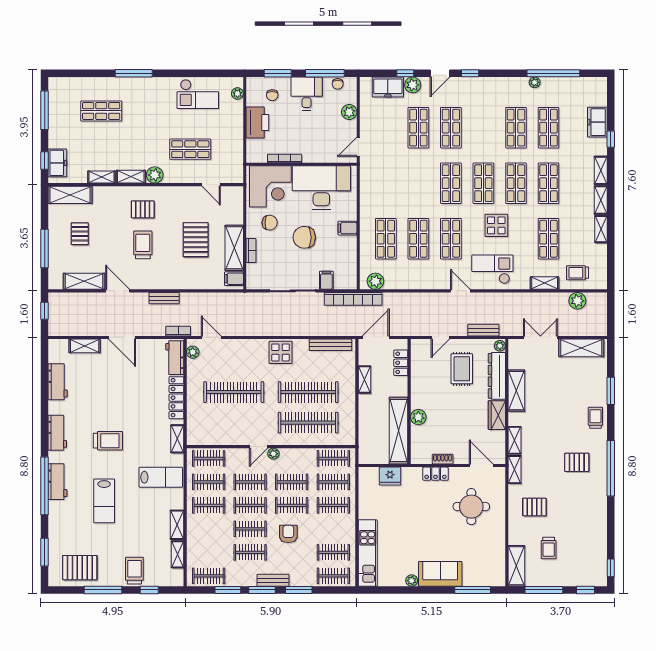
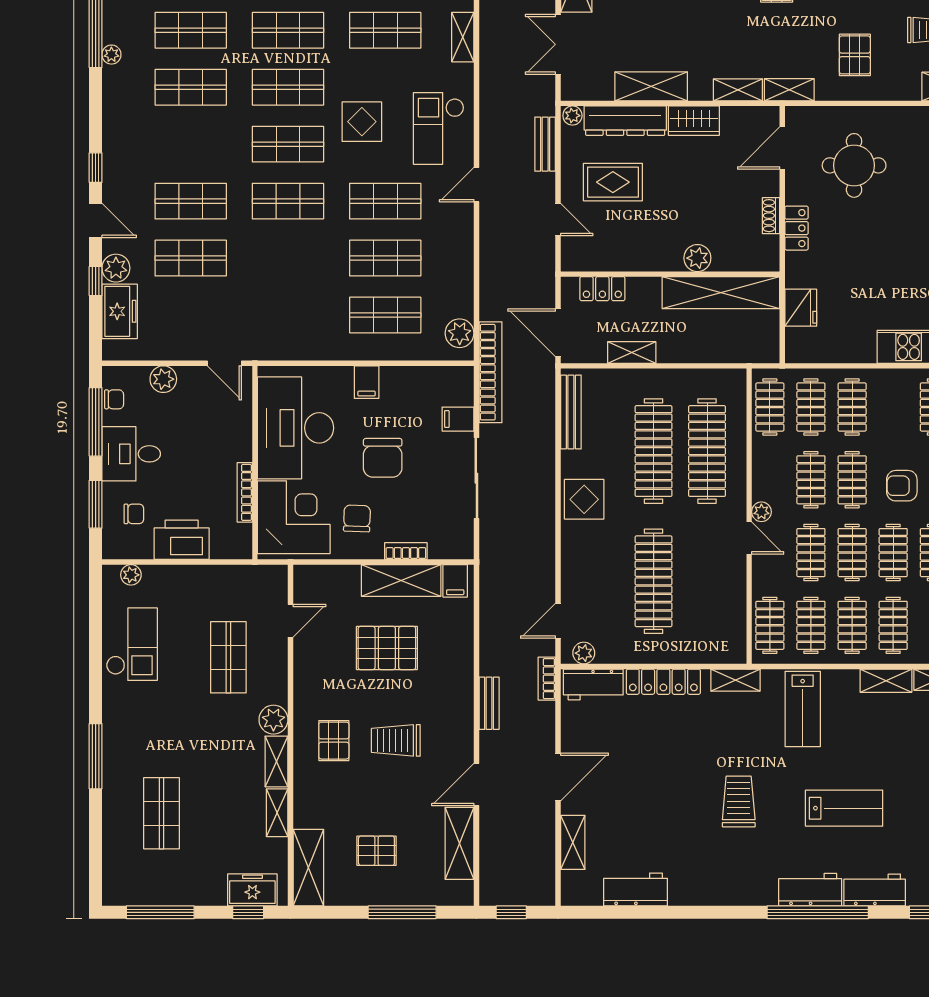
workbench: (57, 433) -> (875, 890), moved
lab bench: (161, 477) -> (803, 709), turned 180
clothes rail: (209, 529) -> (893, 625), added

